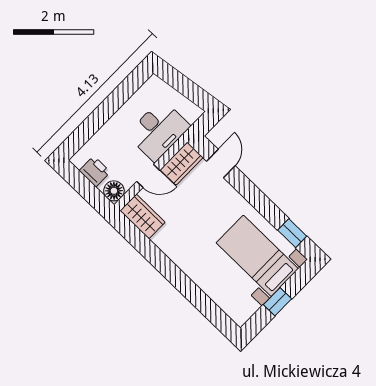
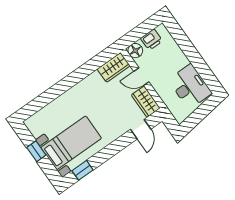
desk: (158, 130) -> (190, 86), moved, turned 180
door: (221, 164) -> (141, 129), hinge flipped
door: (148, 176) -> (141, 77), hinge flipped

